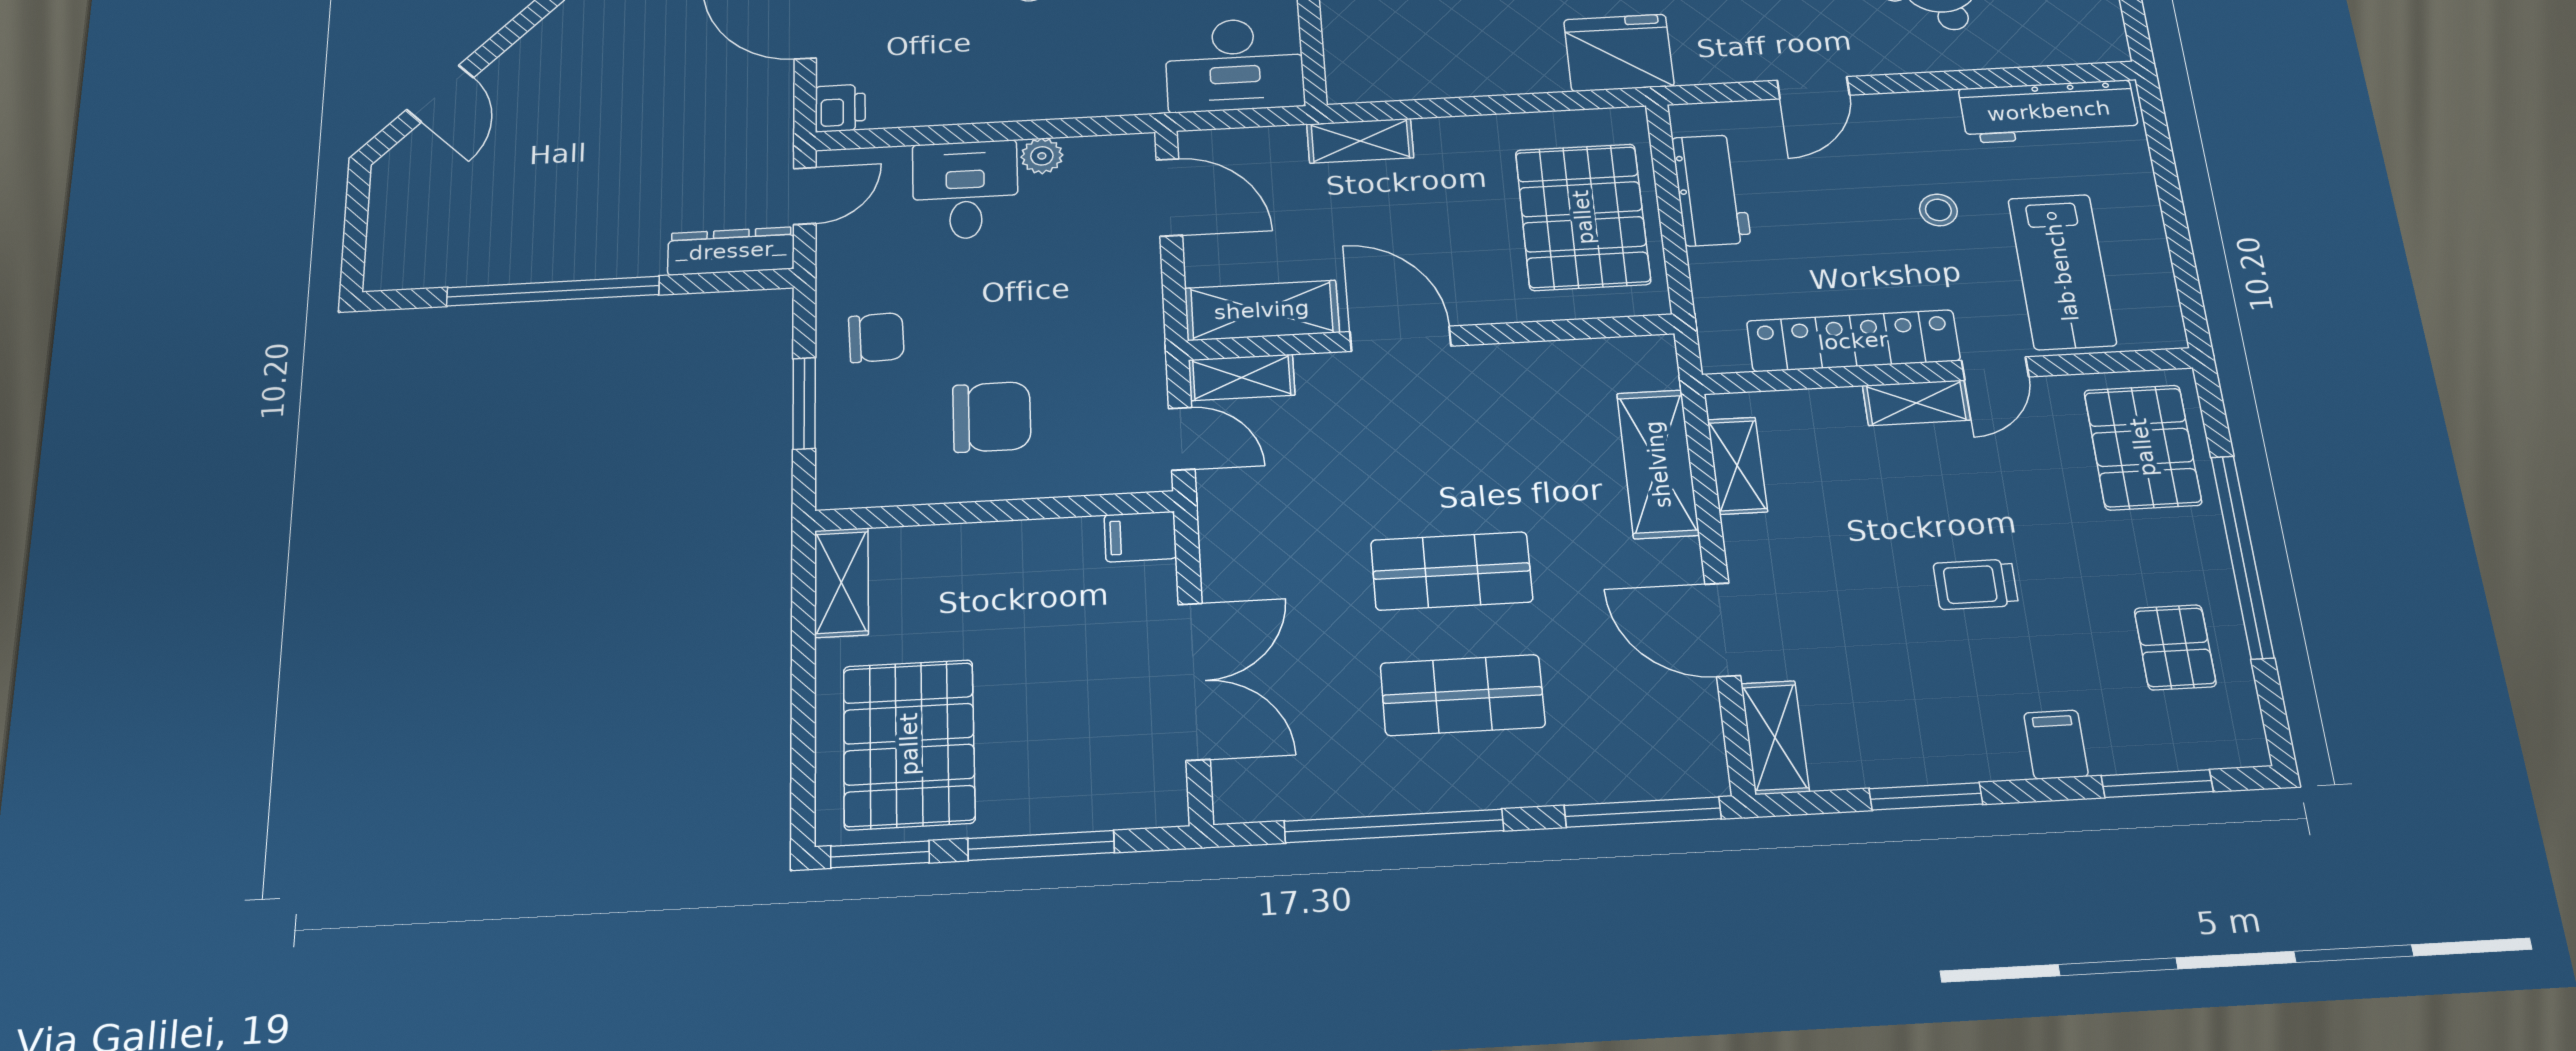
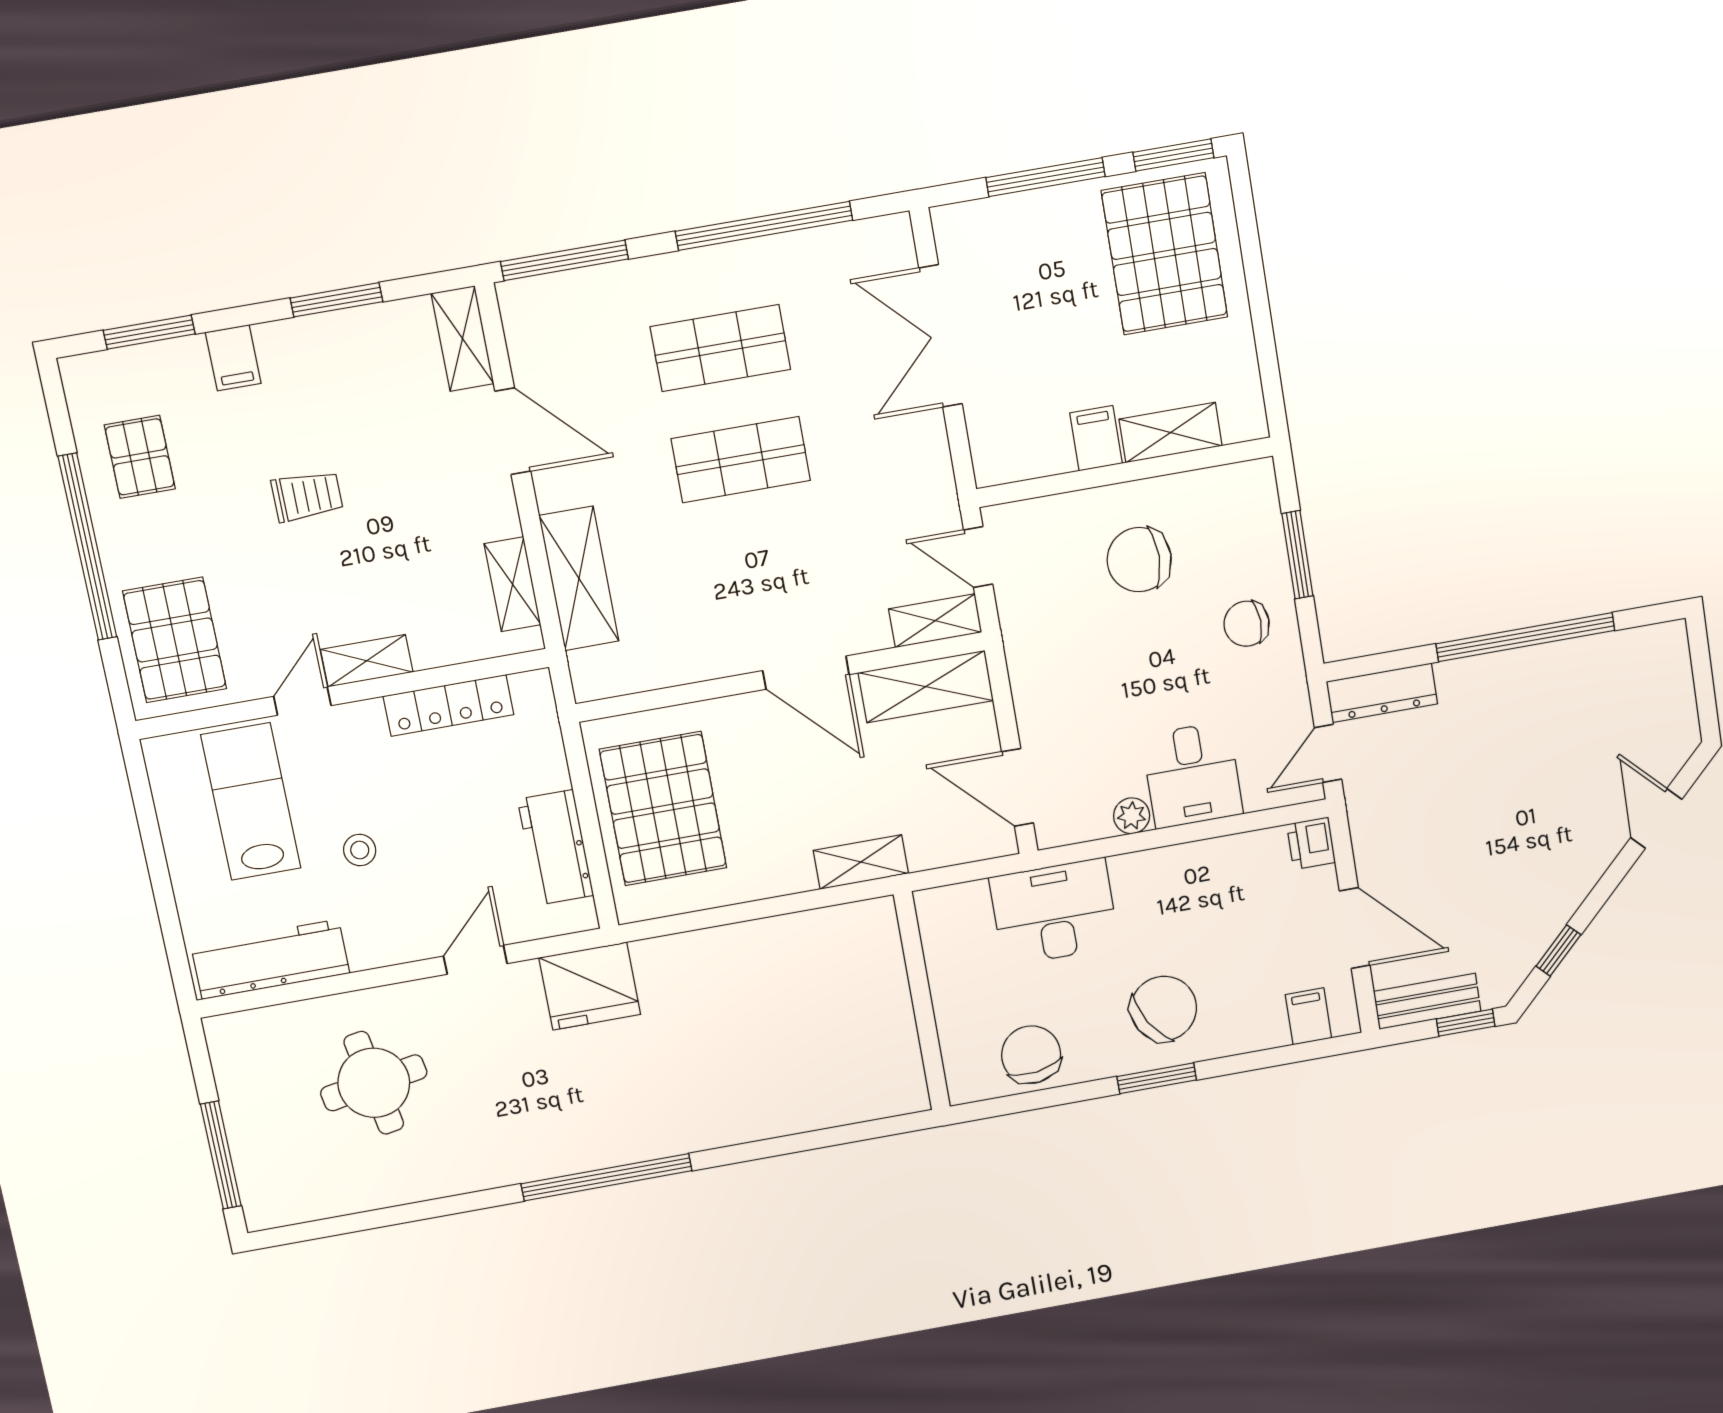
fridge: (1619, 53) -> (590, 986), moved
desk: (1234, 65) -> (1054, 912), moved
locker: (1853, 341) -> (448, 705), width x0.71, depth x0.83
filing cabinet: (1140, 537) -> (1096, 438), moved, turned -90
shelving: (841, 582) -> (1171, 433), moved, turned 90

